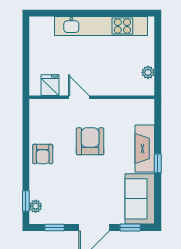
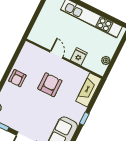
fridge: (50, 85) -> (79, 57), moved
fireplace: (145, 149) -> (89, 90), moved

